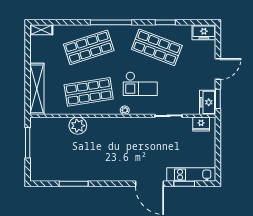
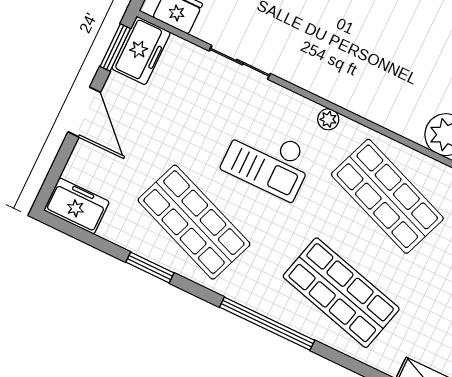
shop shelf: (89, 47) -> (341, 293), turned 33
door: (218, 69) -> (84, 112), swing flipped
checkout: (140, 84) -> (268, 160), turned 180
shop shelf: (89, 92) -> (387, 196), turned 30

